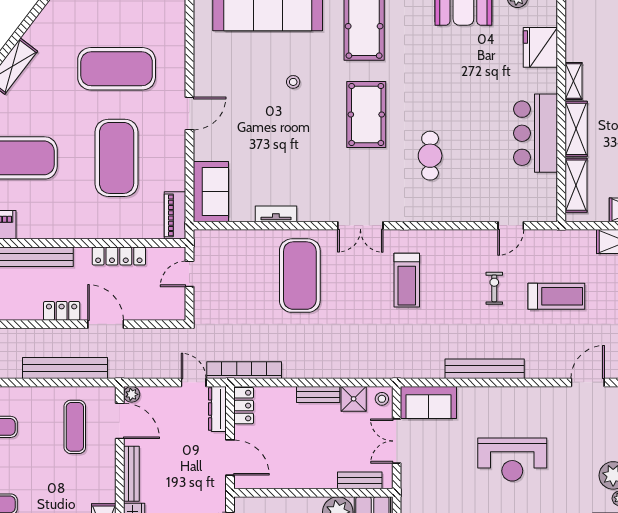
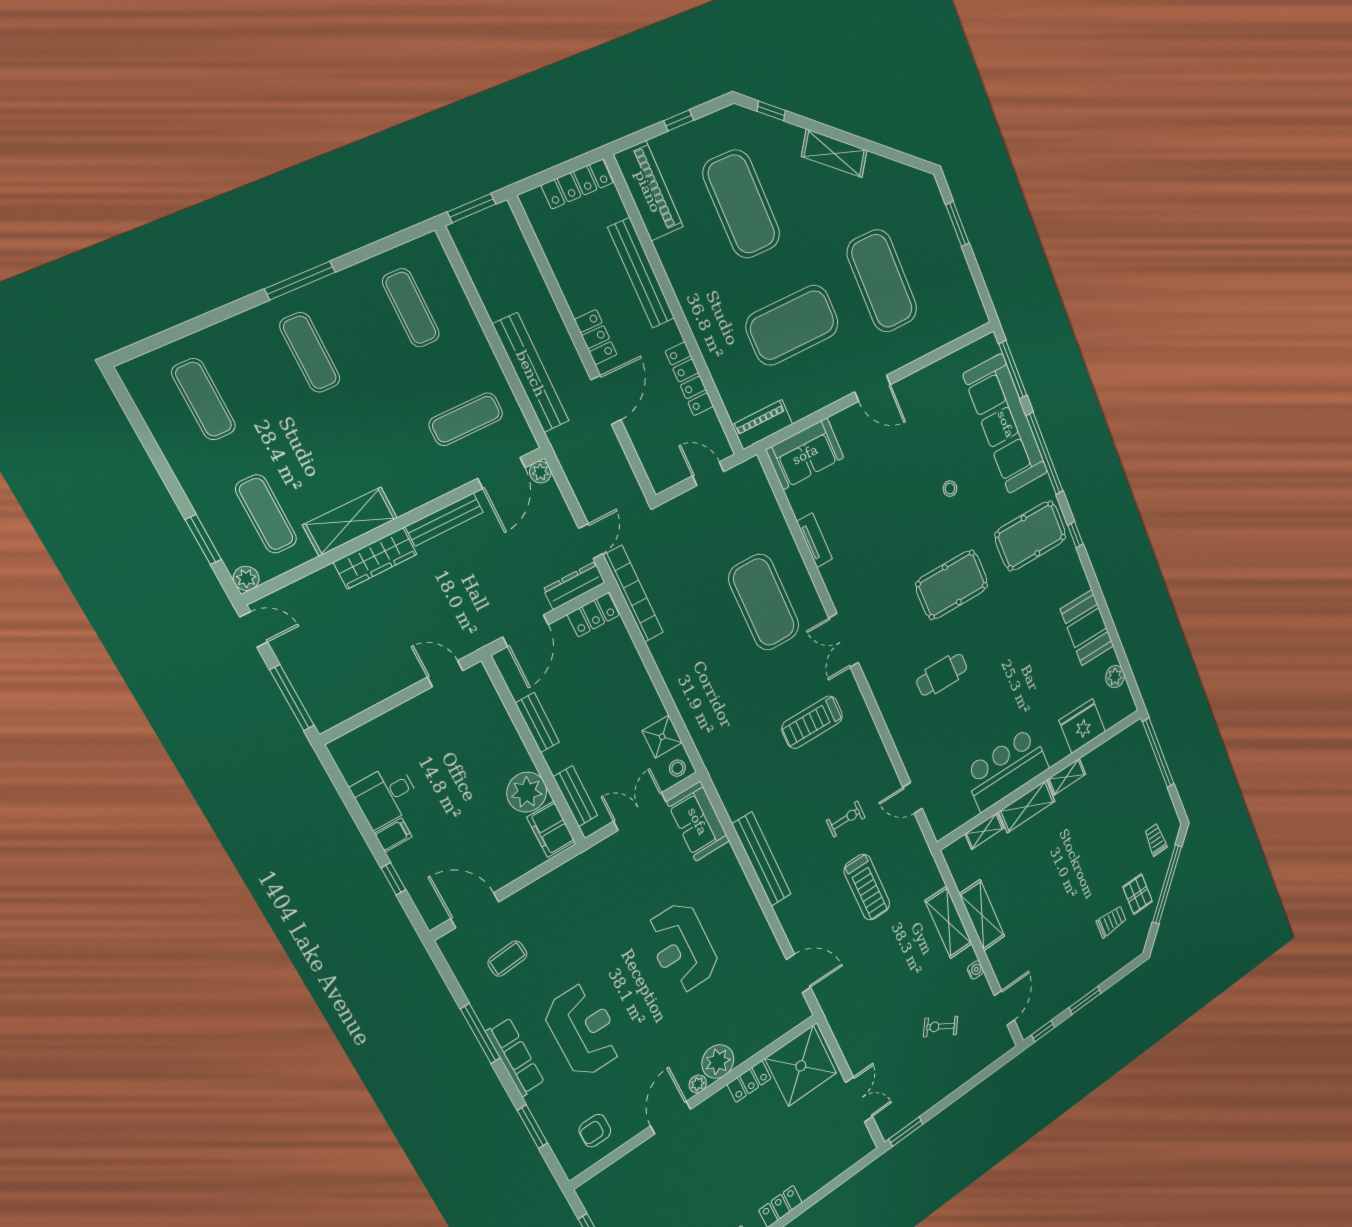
shelving: (576, 185) -> (984, 831), width x0.67, depth x0.75
exercise mat: (300, 276) -> (764, 602), turned 90
bench: (318, 395) -> (537, 723), moved

